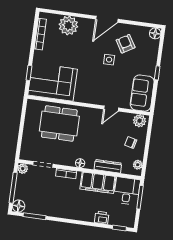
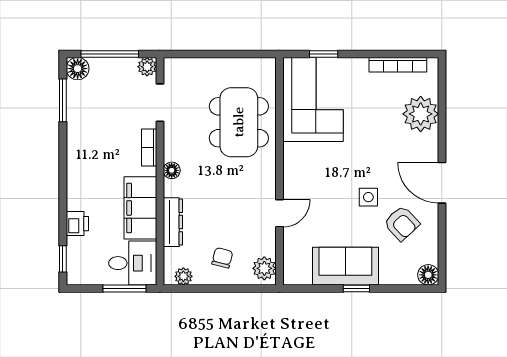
armchair: (126, 44) -> (402, 223), turned 78
sofa: (142, 93) -> (345, 266), moved
door: (111, 109) -> (279, 213), swing flipped

